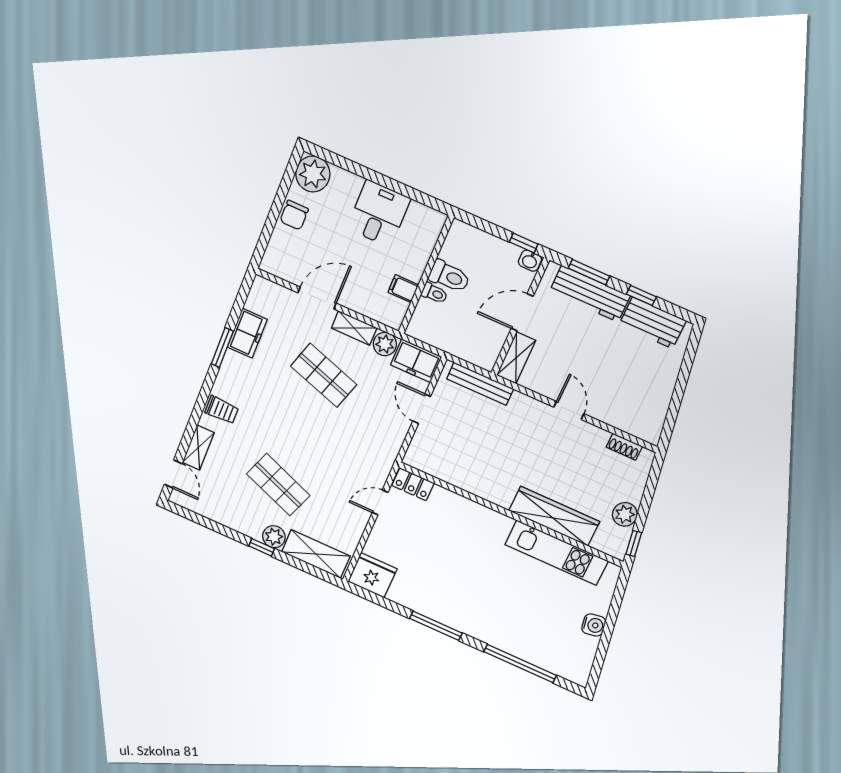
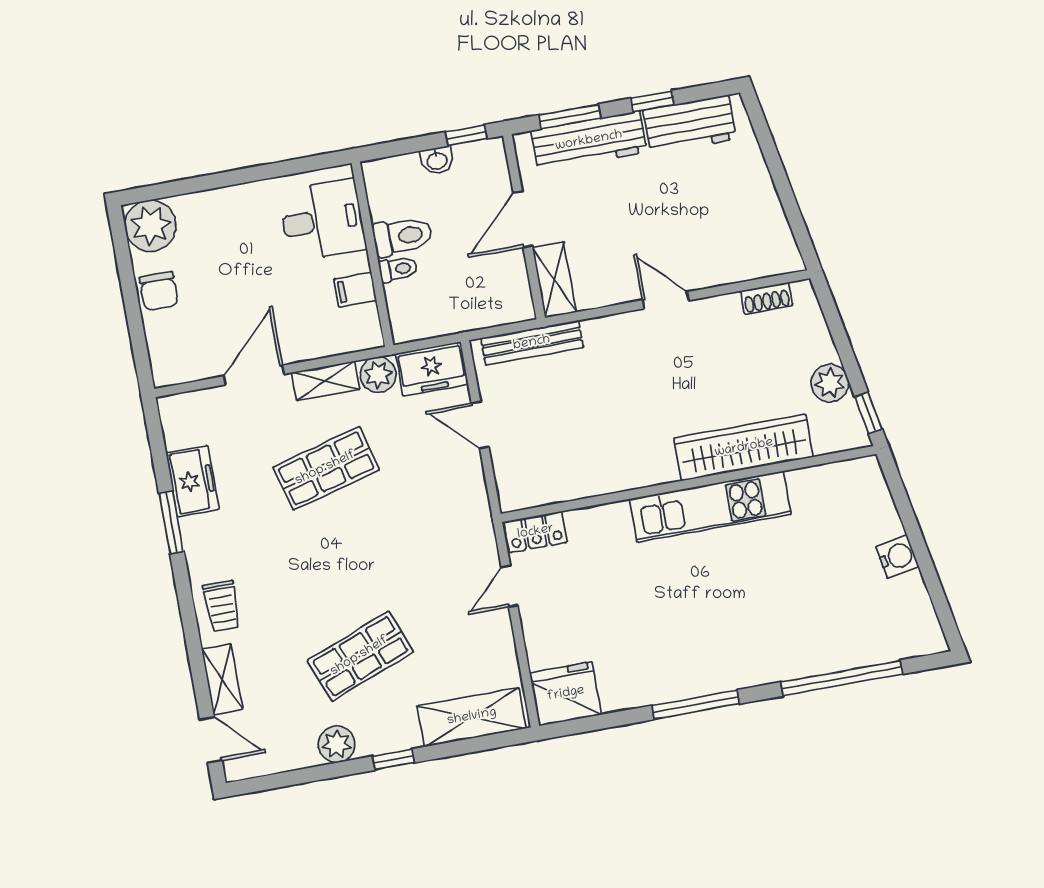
desk: (379, 214) -> (322, 220), moved, turned 90
washbasin: (530, 261) -> (437, 160), moved
shop shelf: (324, 375) -> (326, 468), turned -33
trolley: (222, 410) -> (222, 606), turned 90
shop shelf: (278, 485) -> (360, 656), turned -42
plant: (274, 537) -> (337, 744), moved
kitchen unit: (557, 553) -> (710, 507), moved

